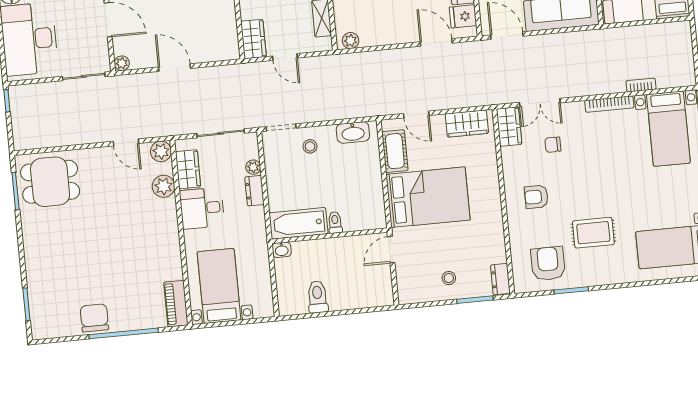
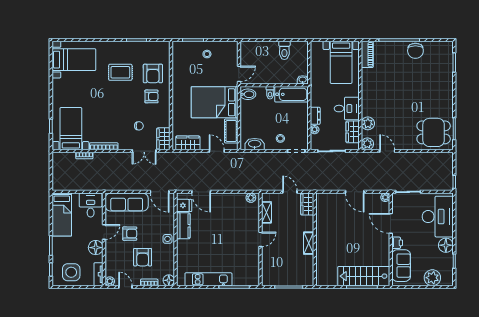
double door: (540, 103) -> (144, 151), swing flipped
bidet: (373, 216) -> (248, 94), added
armchair: (548, 264) -> (153, 73), moved
dresser: (500, 279) -> (177, 51), removed

